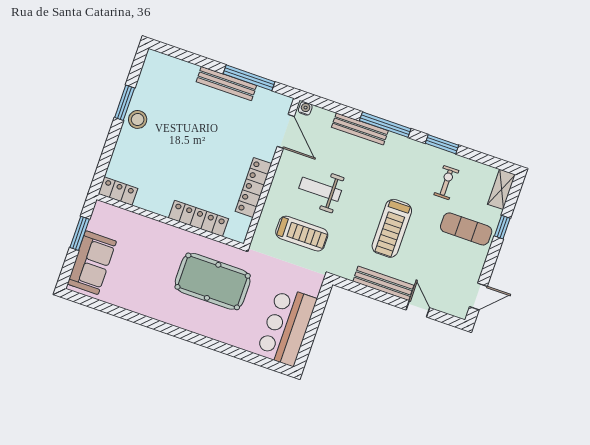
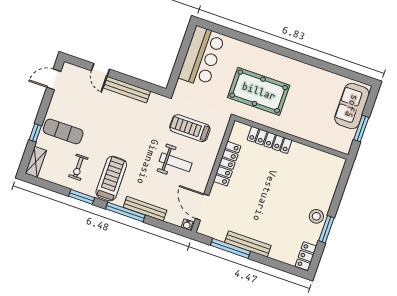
locker: (118, 191) -> (306, 256), moved, turned 90
treadmill: (392, 228) -> (111, 179), moved

